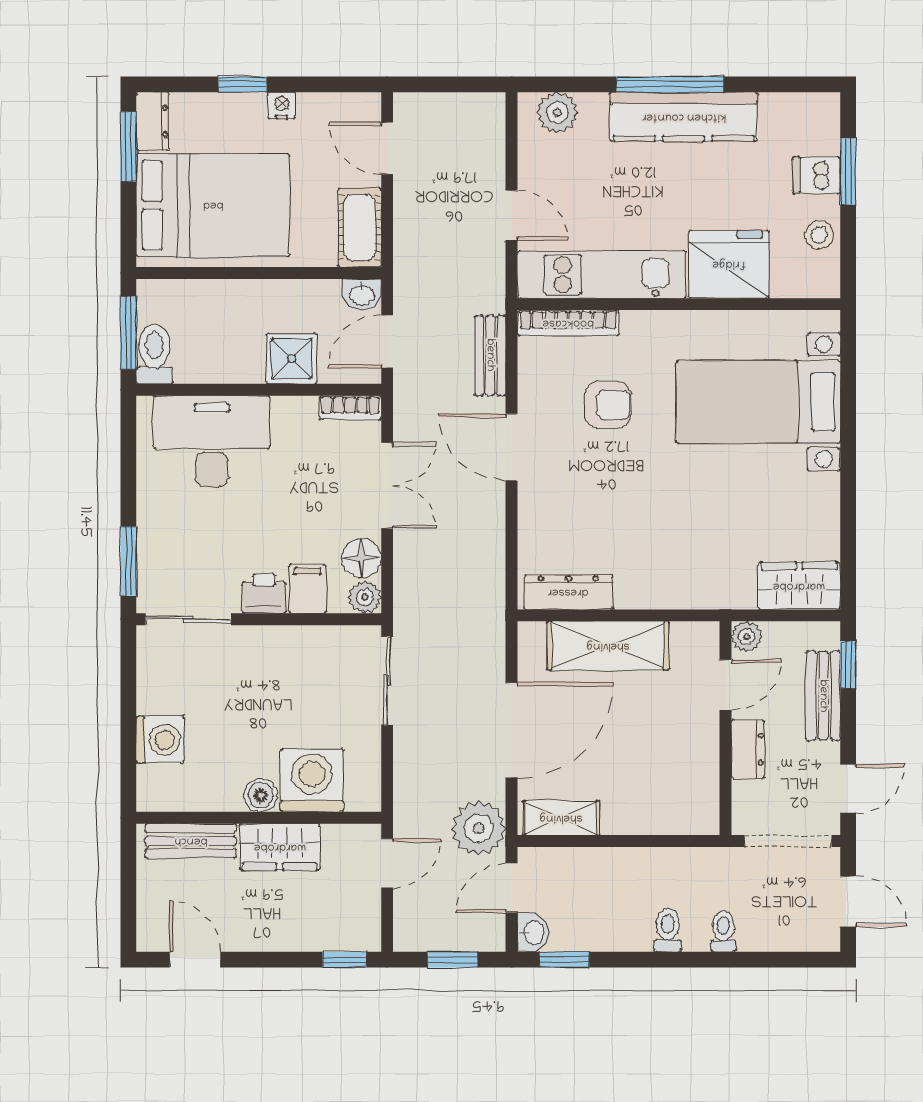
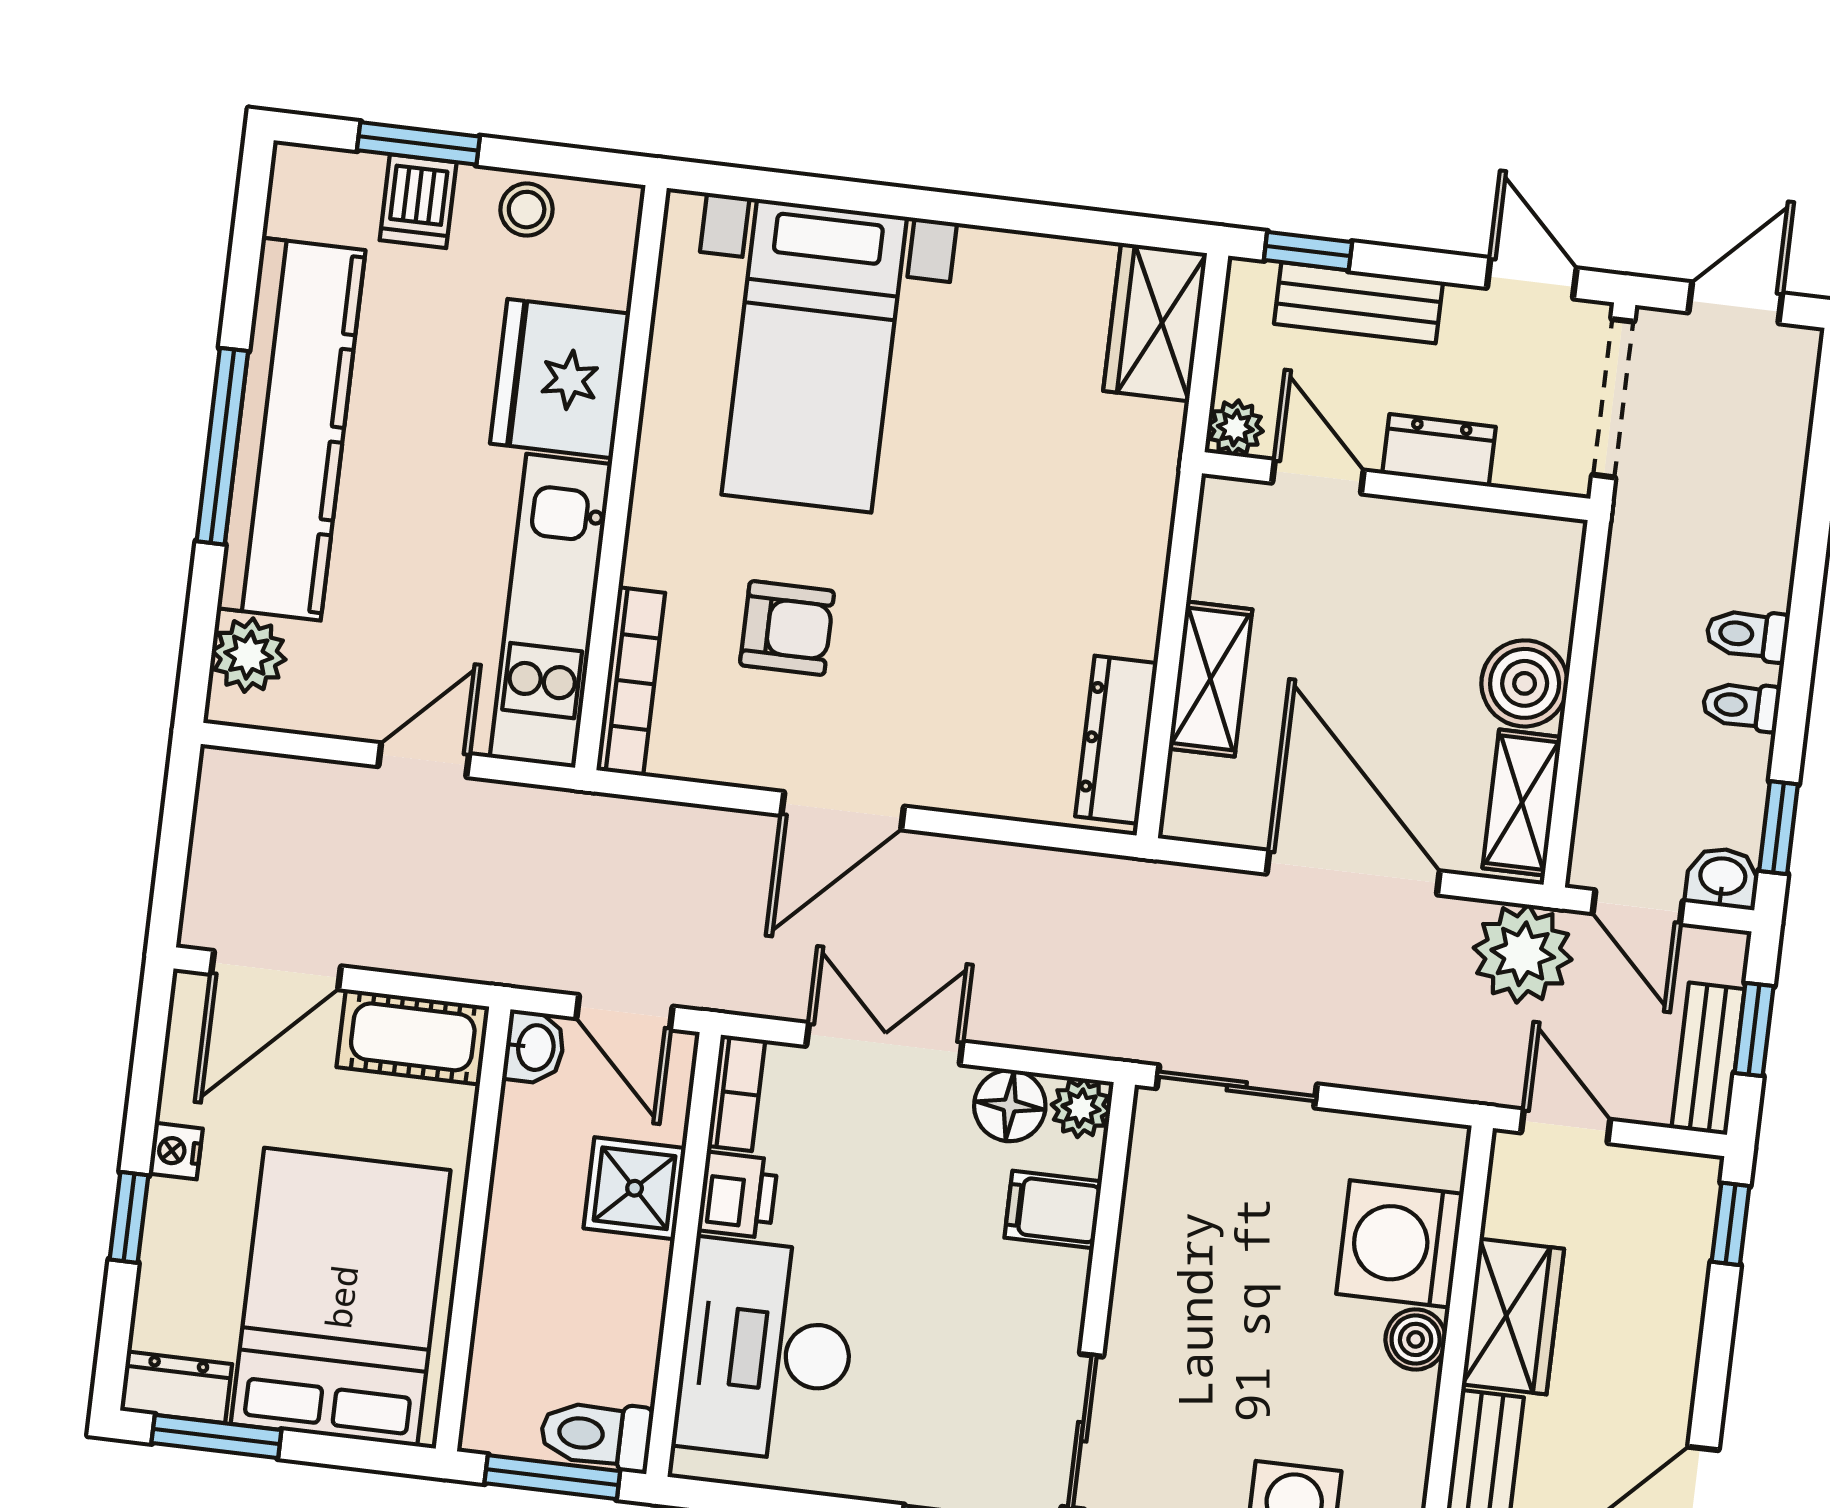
kitchen counter: (684, 117) -> (291, 429), width x1.39, depth x1.17
door: (387, 148) -> (276, 970), width x1.38
bench: (490, 355) -> (1708, 1059), moved, turned 90
armchair: (608, 405) -> (787, 628), turned 90
printer: (264, 594) -> (738, 1195), moved, turned 180
shelving: (608, 646) -> (1210, 679), width x0.67, depth x0.75
boiler: (626, 811) -> (1525, 683), added
toilet: (723, 931) -> (1741, 706), moved

